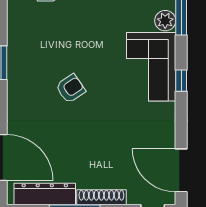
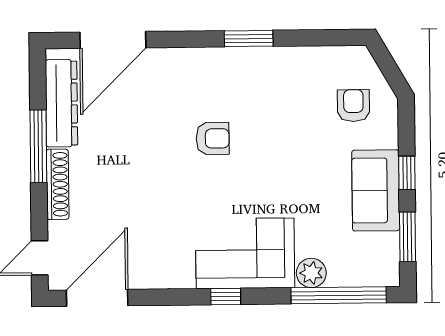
armchair: (71, 89) -> (213, 138), turned -56

